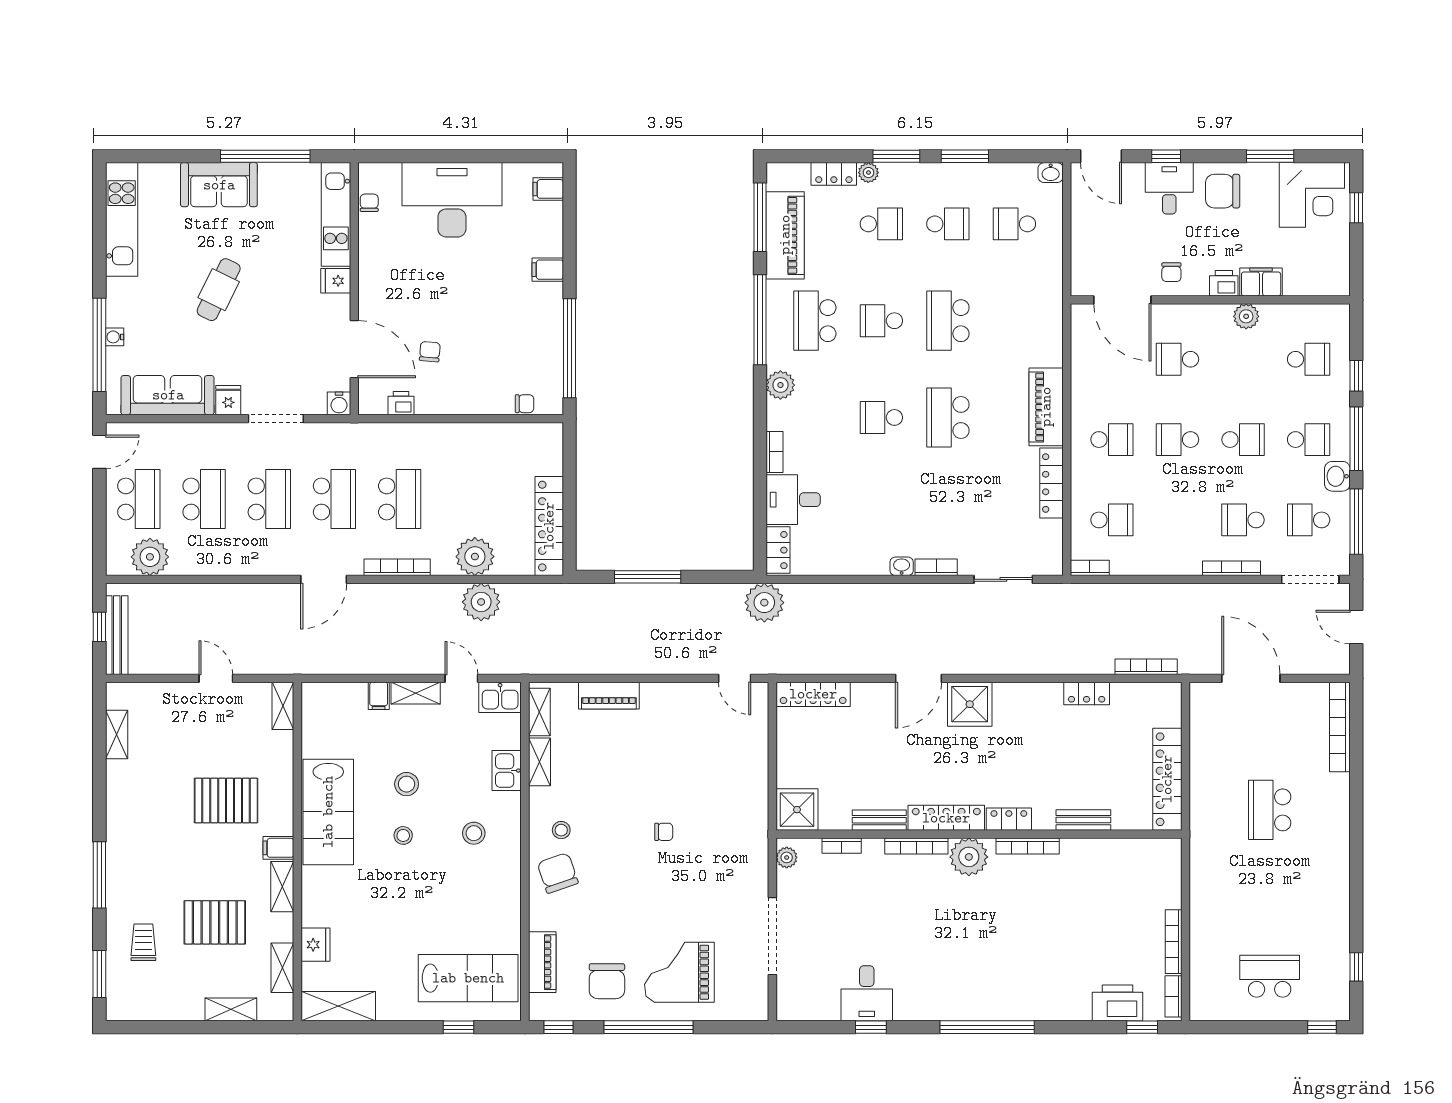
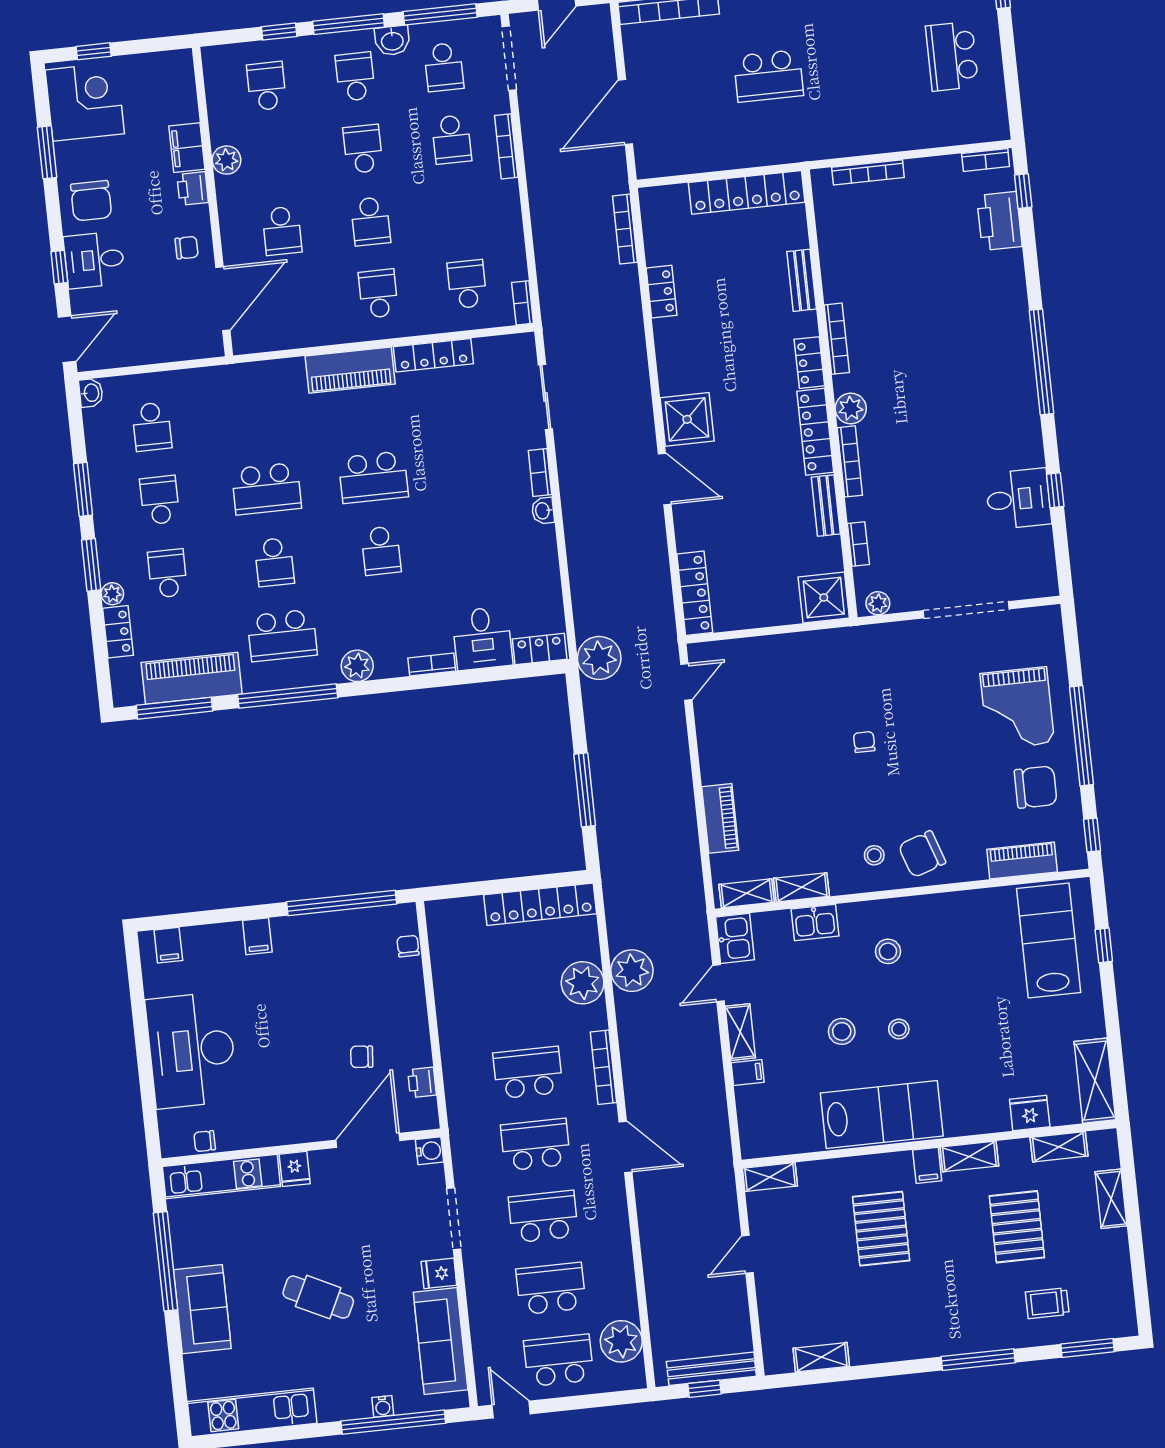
plant: (969, 857) -> (851, 408), width x0.73, depth x0.73
bookcase: (1174, 942) -> (868, 172), moved

